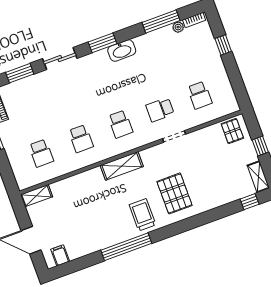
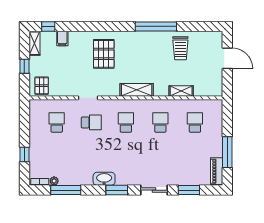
shelving: (36, 196) -> (181, 91), moved
trolley: (142, 215) -> (180, 48), moved
filing cabinet: (60, 255) -> (62, 38), moved

